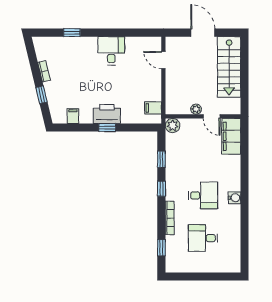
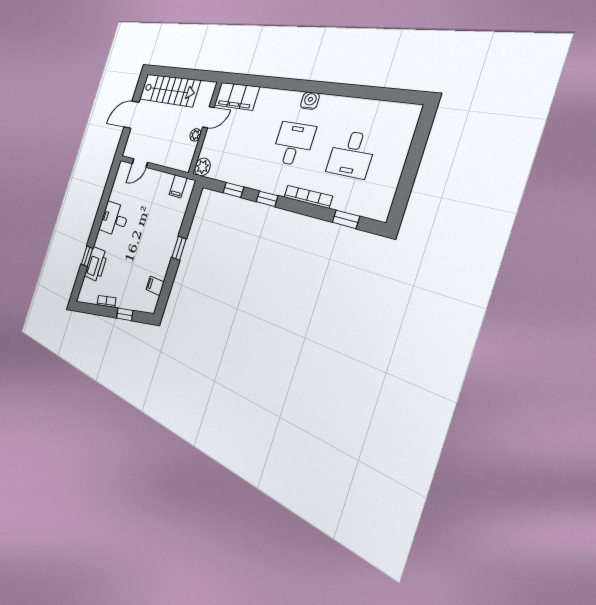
printer: (107, 114) -> (96, 264), moved, turned 180

